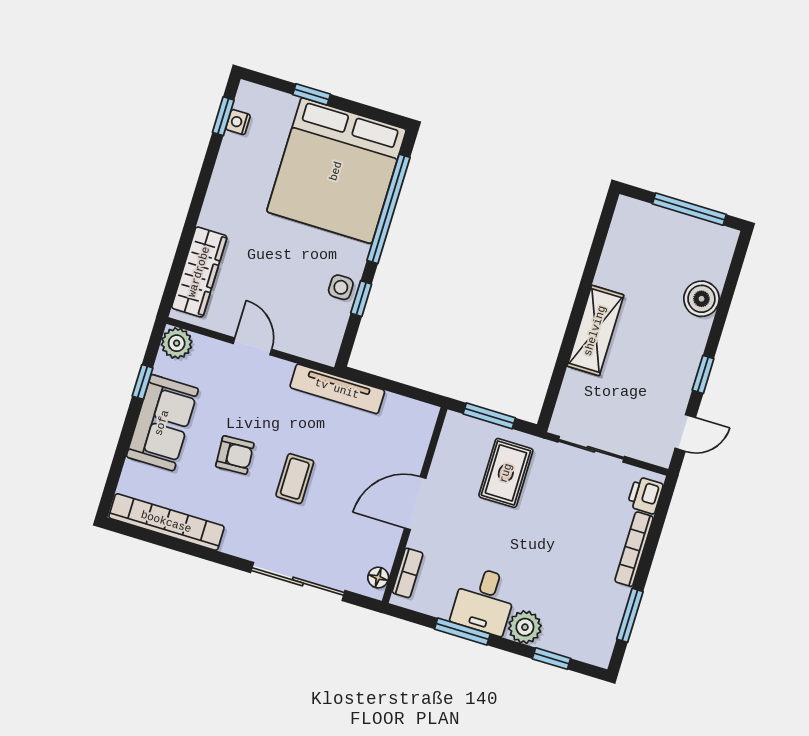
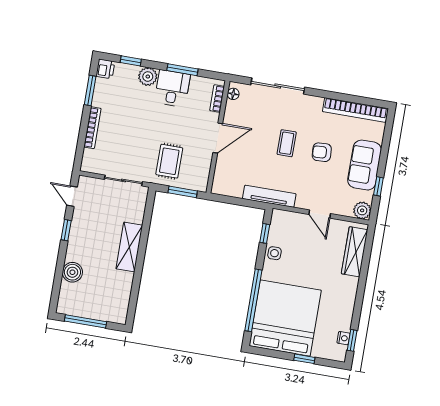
window: (361, 299) -> (265, 233), moved
door: (685, 433) -> (72, 196), hinge flipped
printer: (645, 495) -> (105, 69), moved

